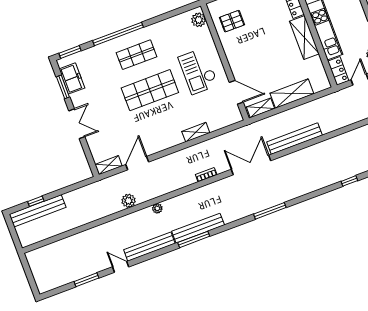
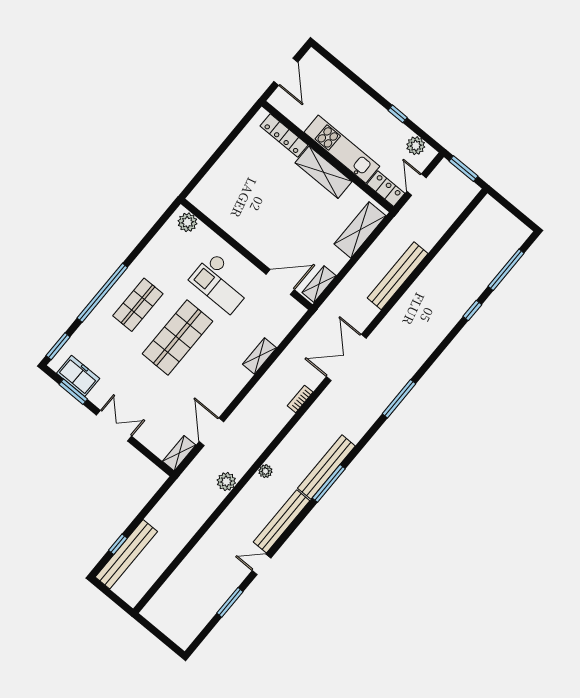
pallet: (232, 21) -> (228, 201), removed
shelving: (292, 93) -> (360, 230), moved
bench: (295, 139) -> (398, 276), moved

